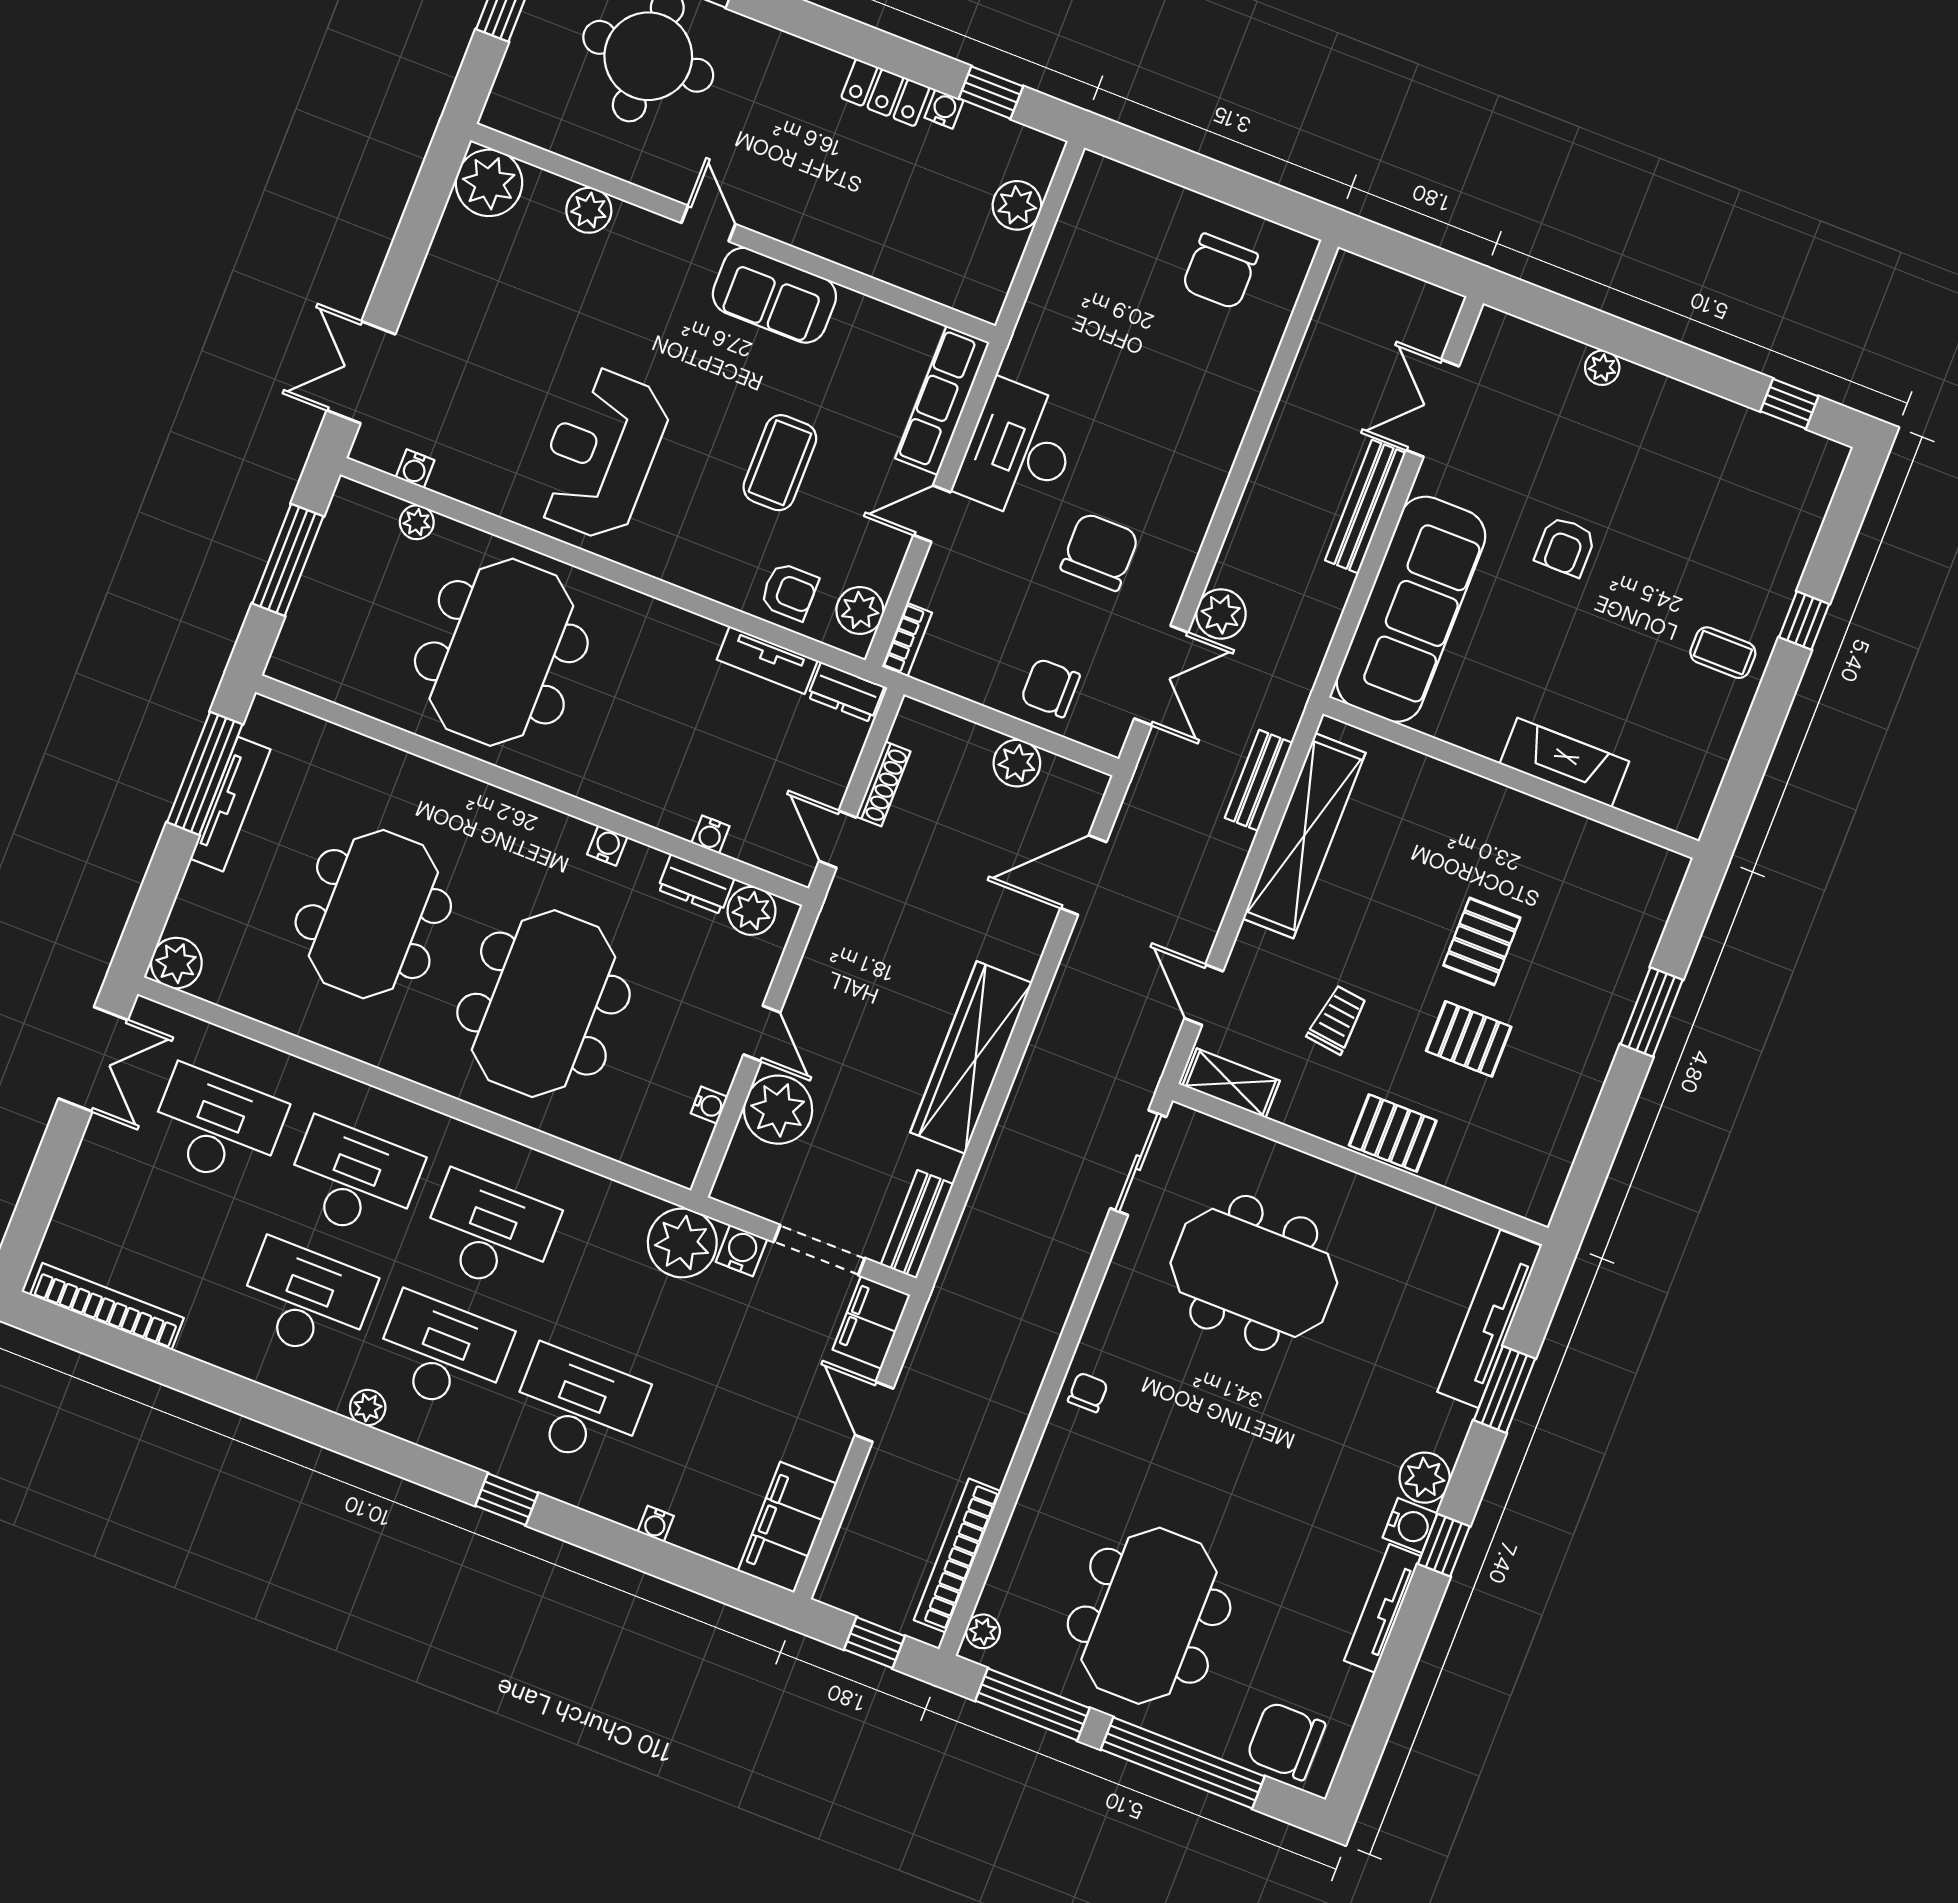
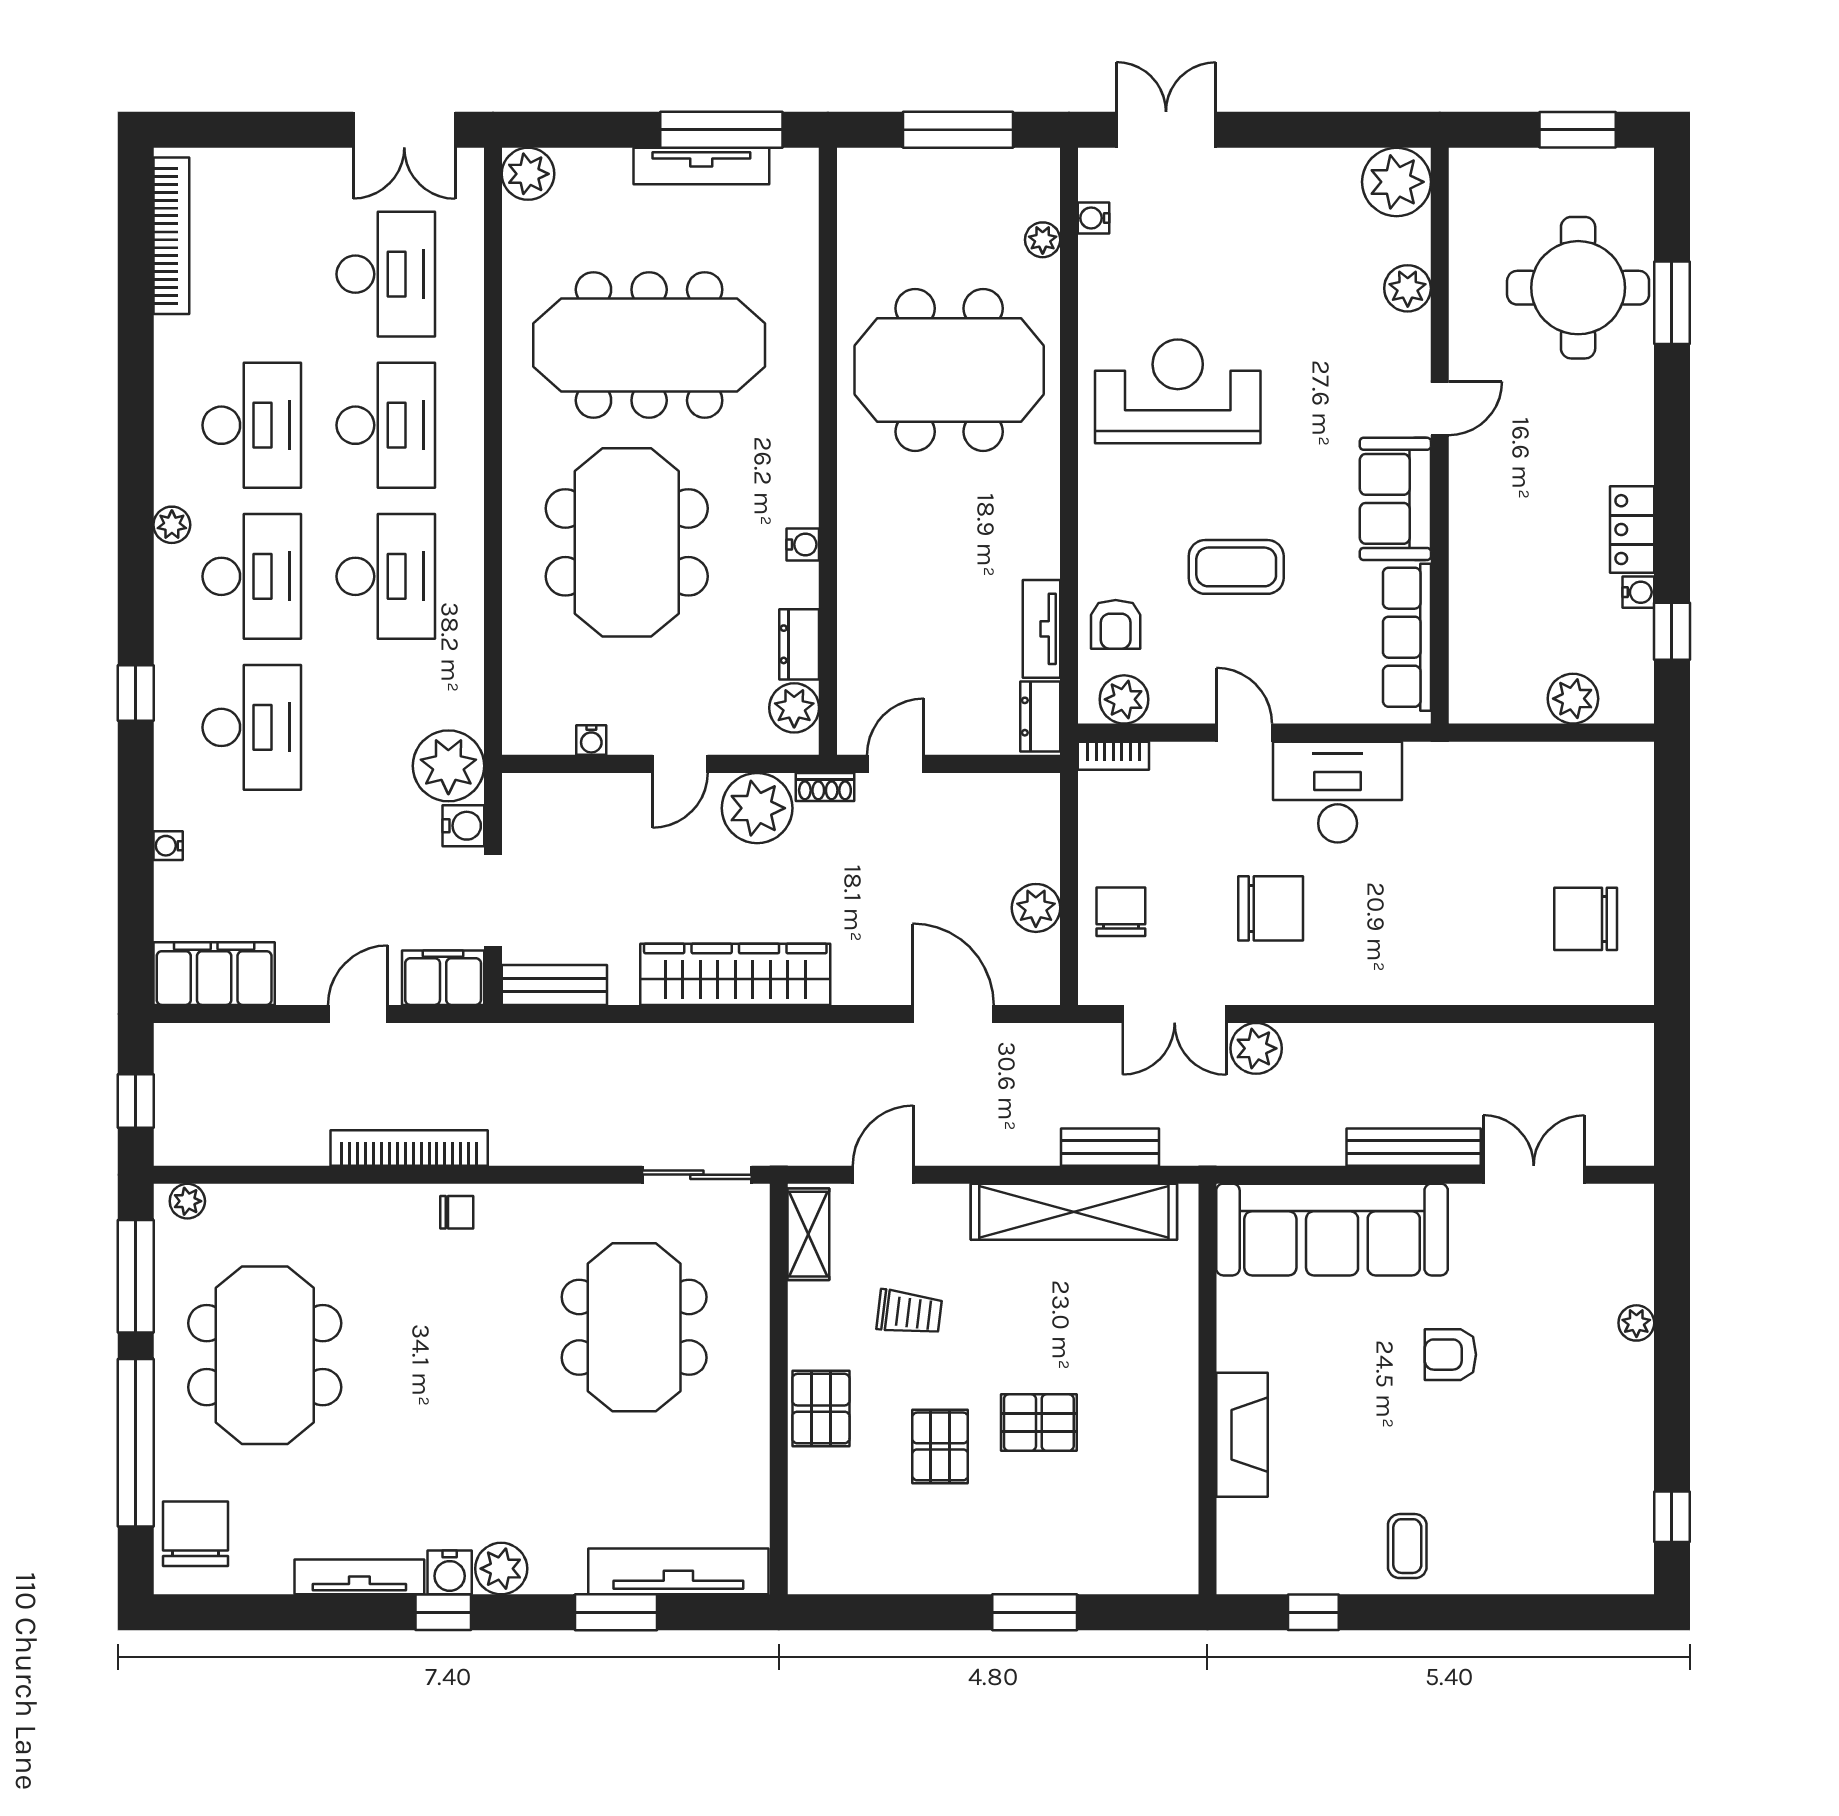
row of seats: (942, 400) -> (1407, 637), moved, turned -90
window: (1804, 621) -> (1313, 1612), moved
shoe rack: (883, 784) -> (825, 787), moved, width x0.70
water cooler: (710, 835) -> (852, 640), removed
meeting table: (373, 914) -> (649, 345), width x1.36
meeting table: (543, 1004) -> (627, 542), turned 90
plant: (778, 1110) -> (757, 808), moved
bookcase: (957, 1556) -> (409, 1148), moved
meeting table: (1149, 1616) -> (265, 1355), turned 90

